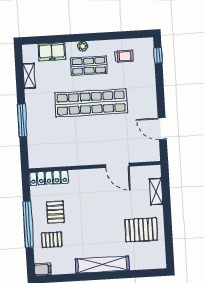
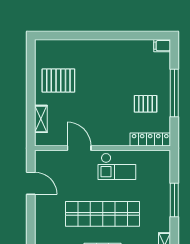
checkout: (80, 150) -> (117, 166), added
pallet: (55, 212) -> (146, 104), turned 90
pallet: (52, 240) -> (151, 76), removed
shelving: (102, 265) -> (100, 47), removed

